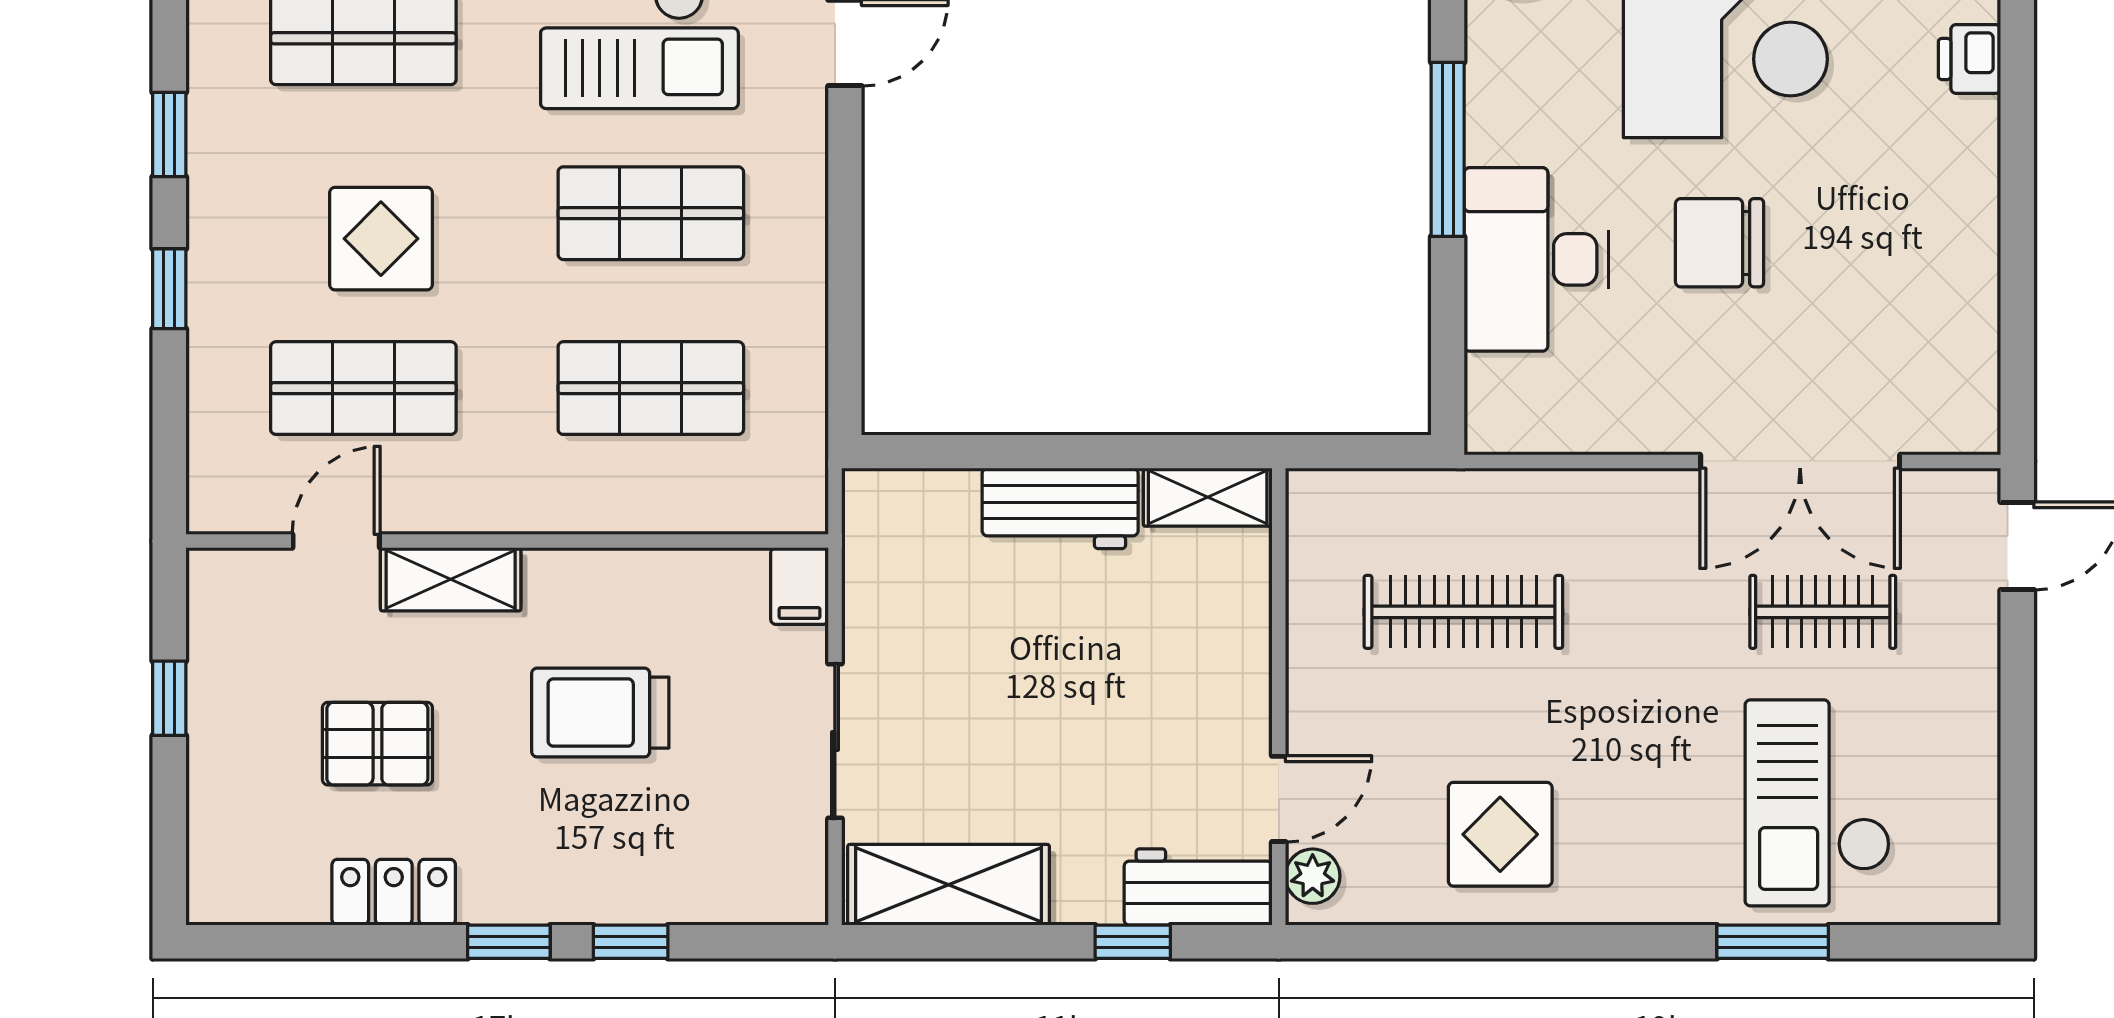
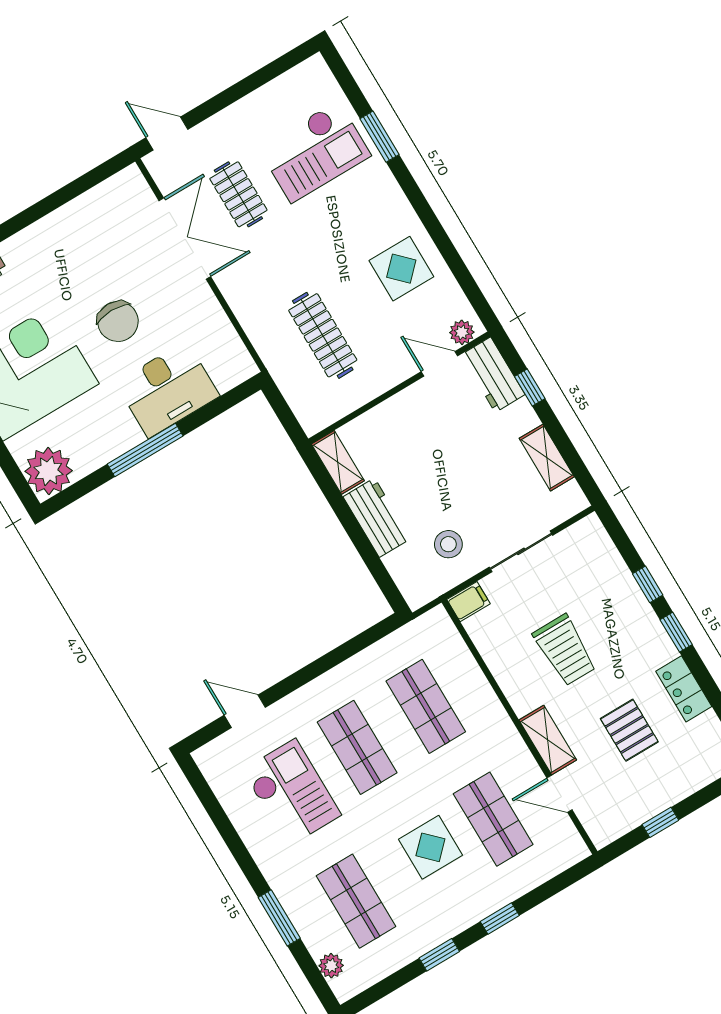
stool: (930, 613) -> (448, 544), added
shelving: (949, 885) -> (547, 458), width x0.67, depth x0.75

